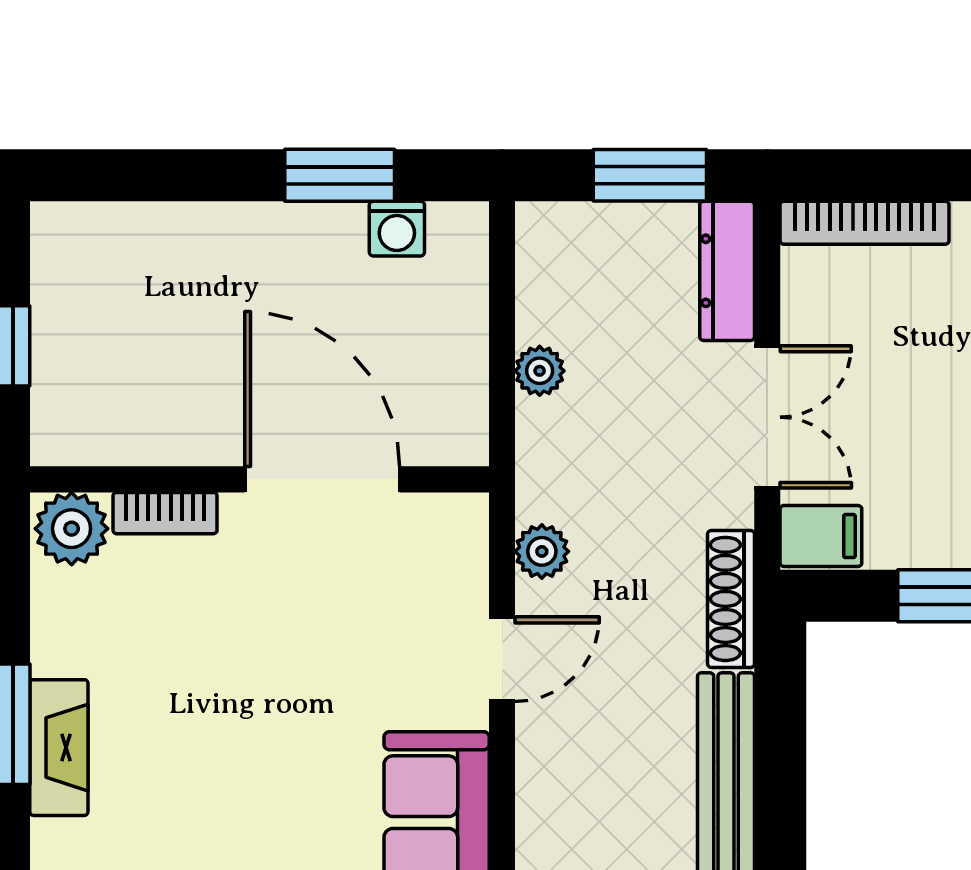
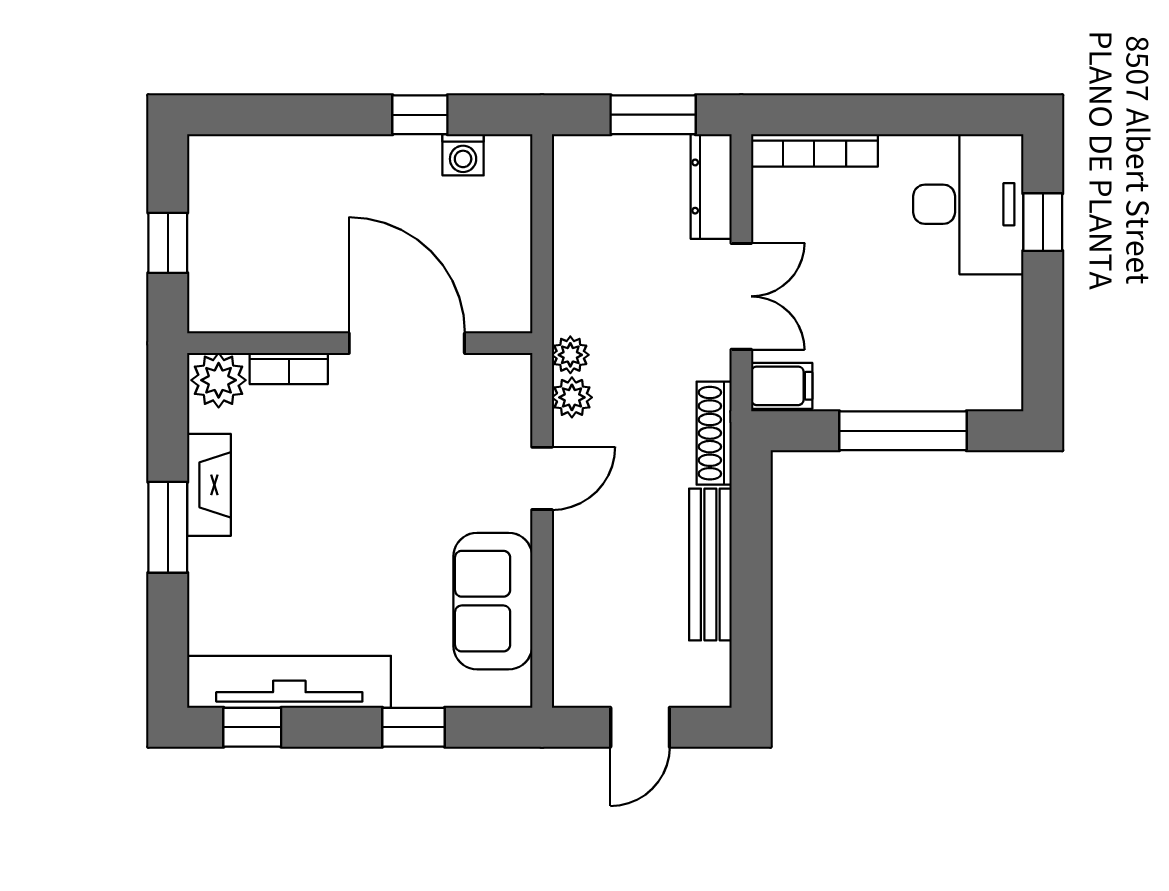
window: (340, 175) -> (420, 115), width x0.67
plant: (540, 371) -> (570, 355), moved
fireplace: (59, 748) -> (209, 485), moved

